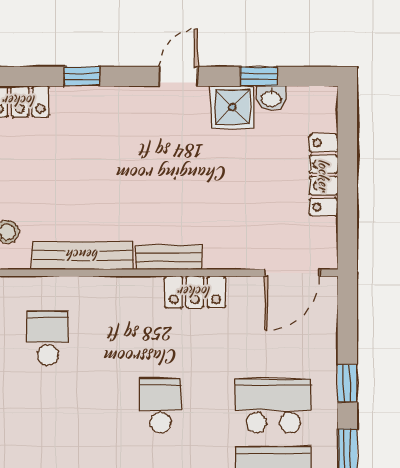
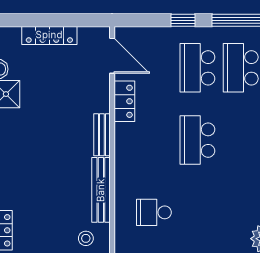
locker: (195, 292) -> (124, 101), moved
school desk: (160, 406) -> (197, 140), width x1.85

